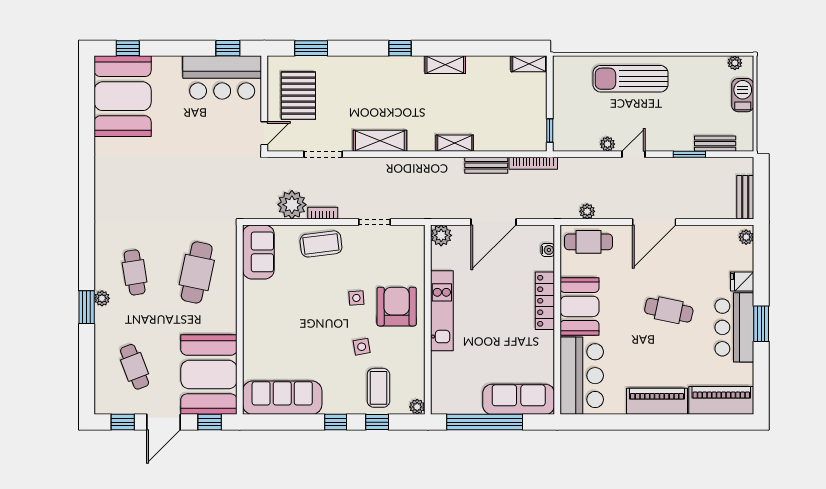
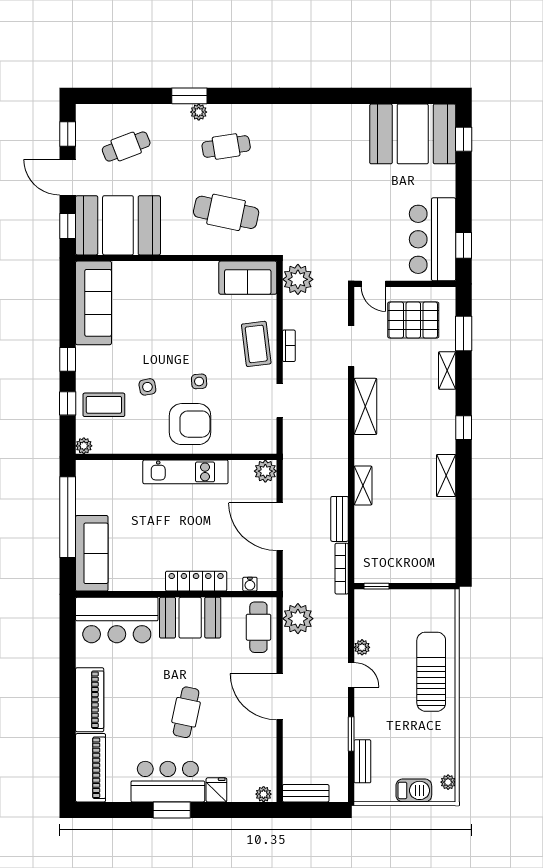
shelving: (529, 64) -> (447, 370), moved
plant: (292, 205) -> (298, 279), moved
plant: (587, 211) -> (298, 619), width x1.88, depth x1.88

